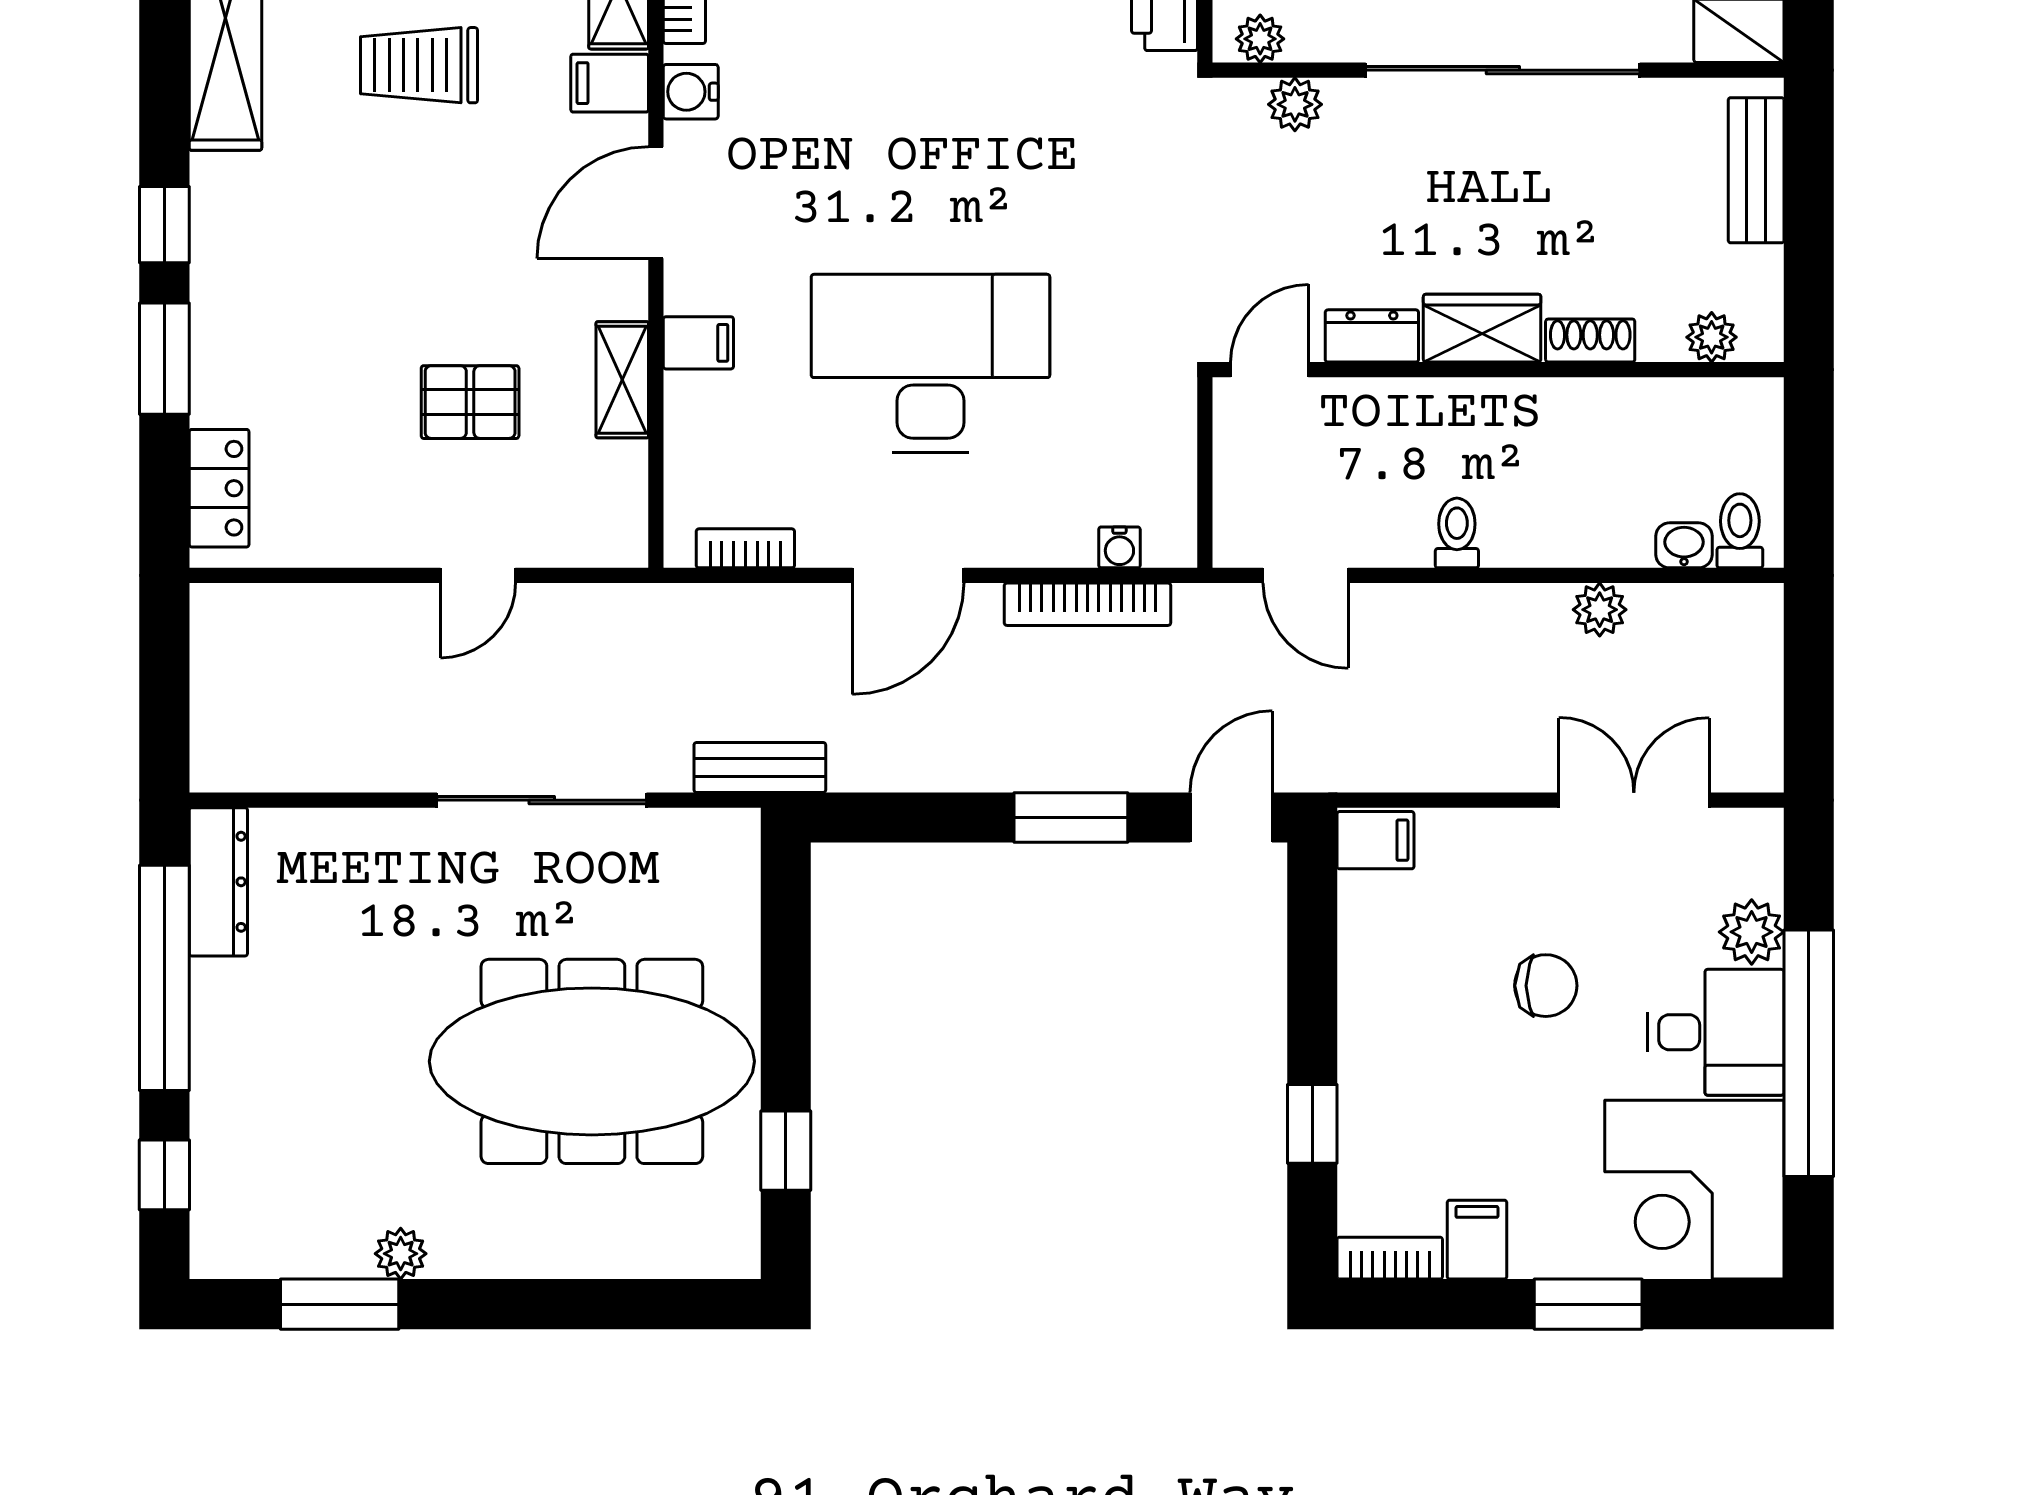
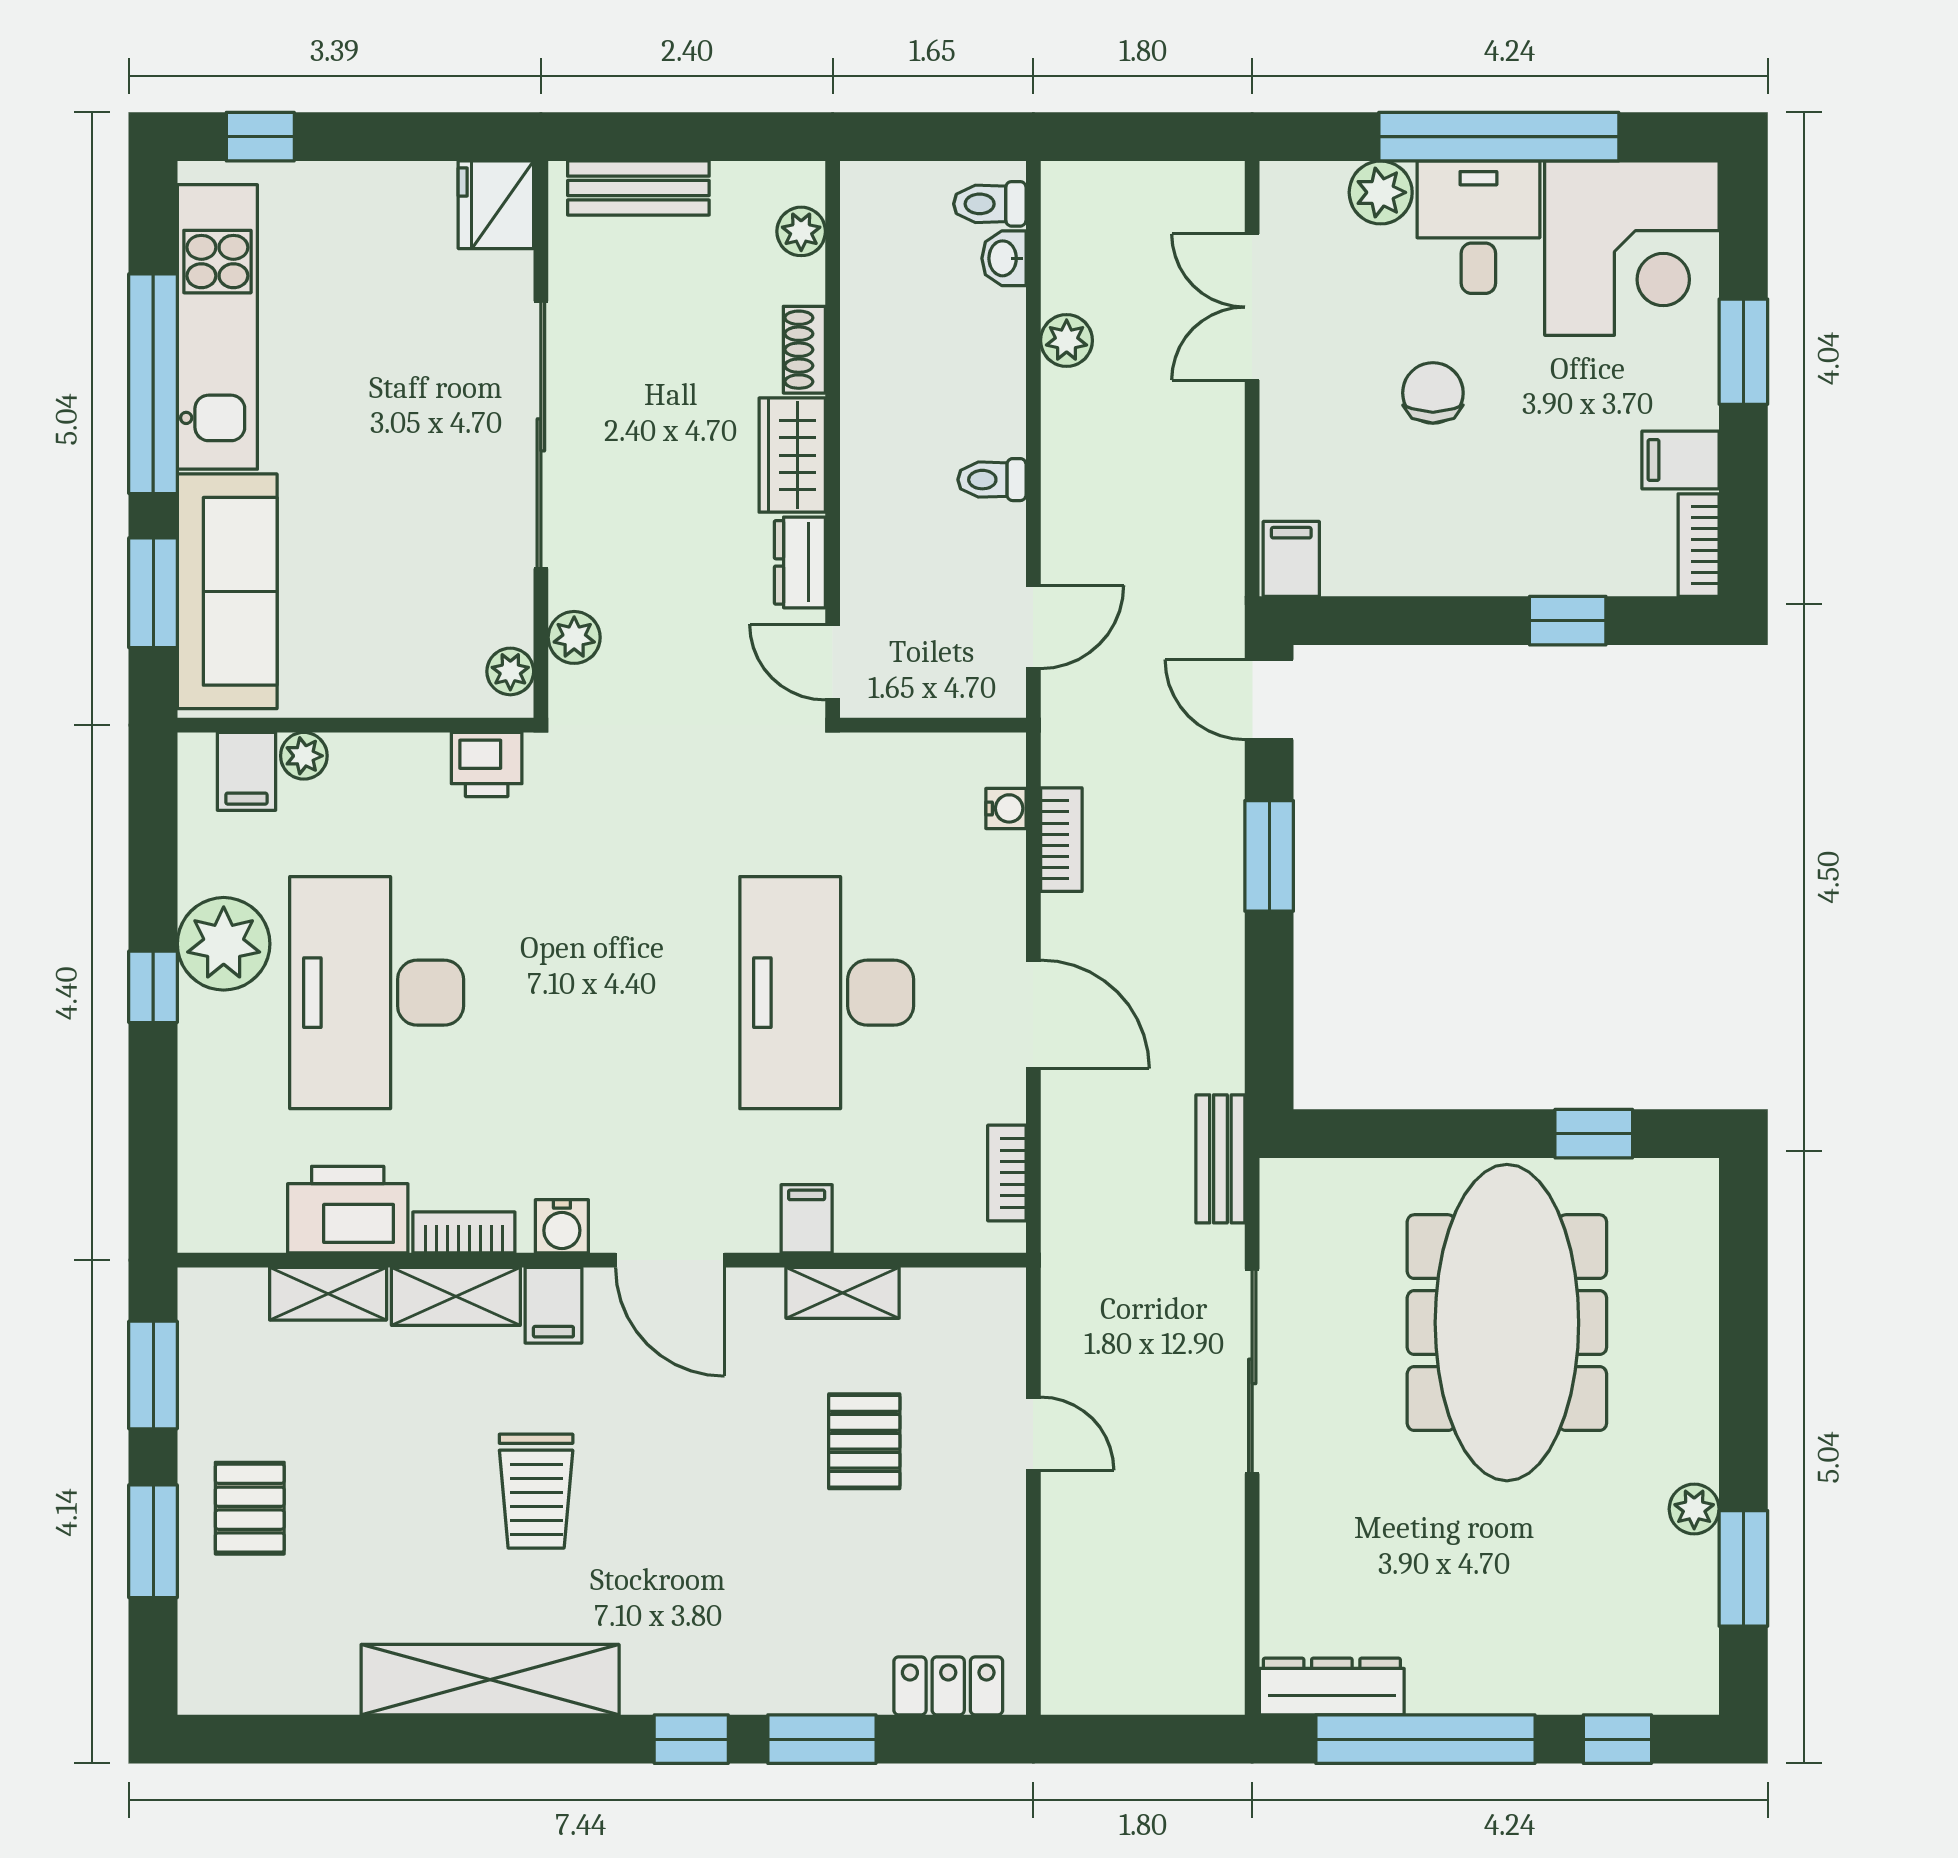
bookcase: (1087, 604) -> (1061, 840), width x0.64

